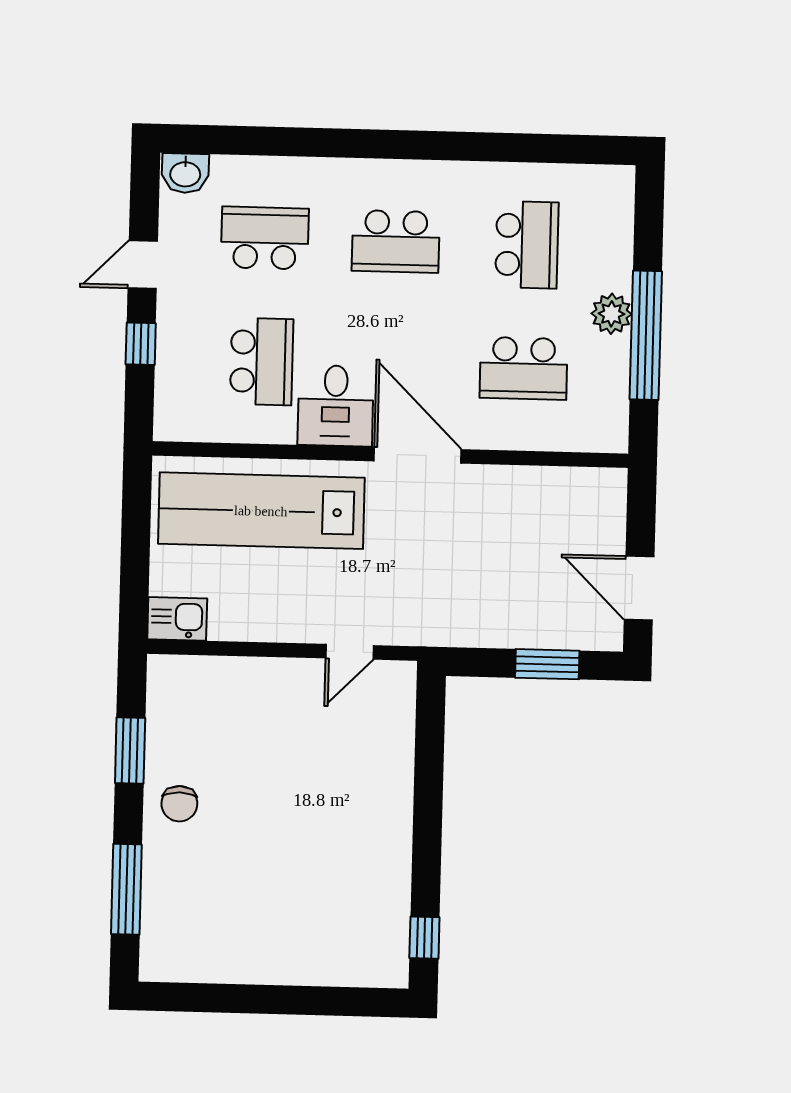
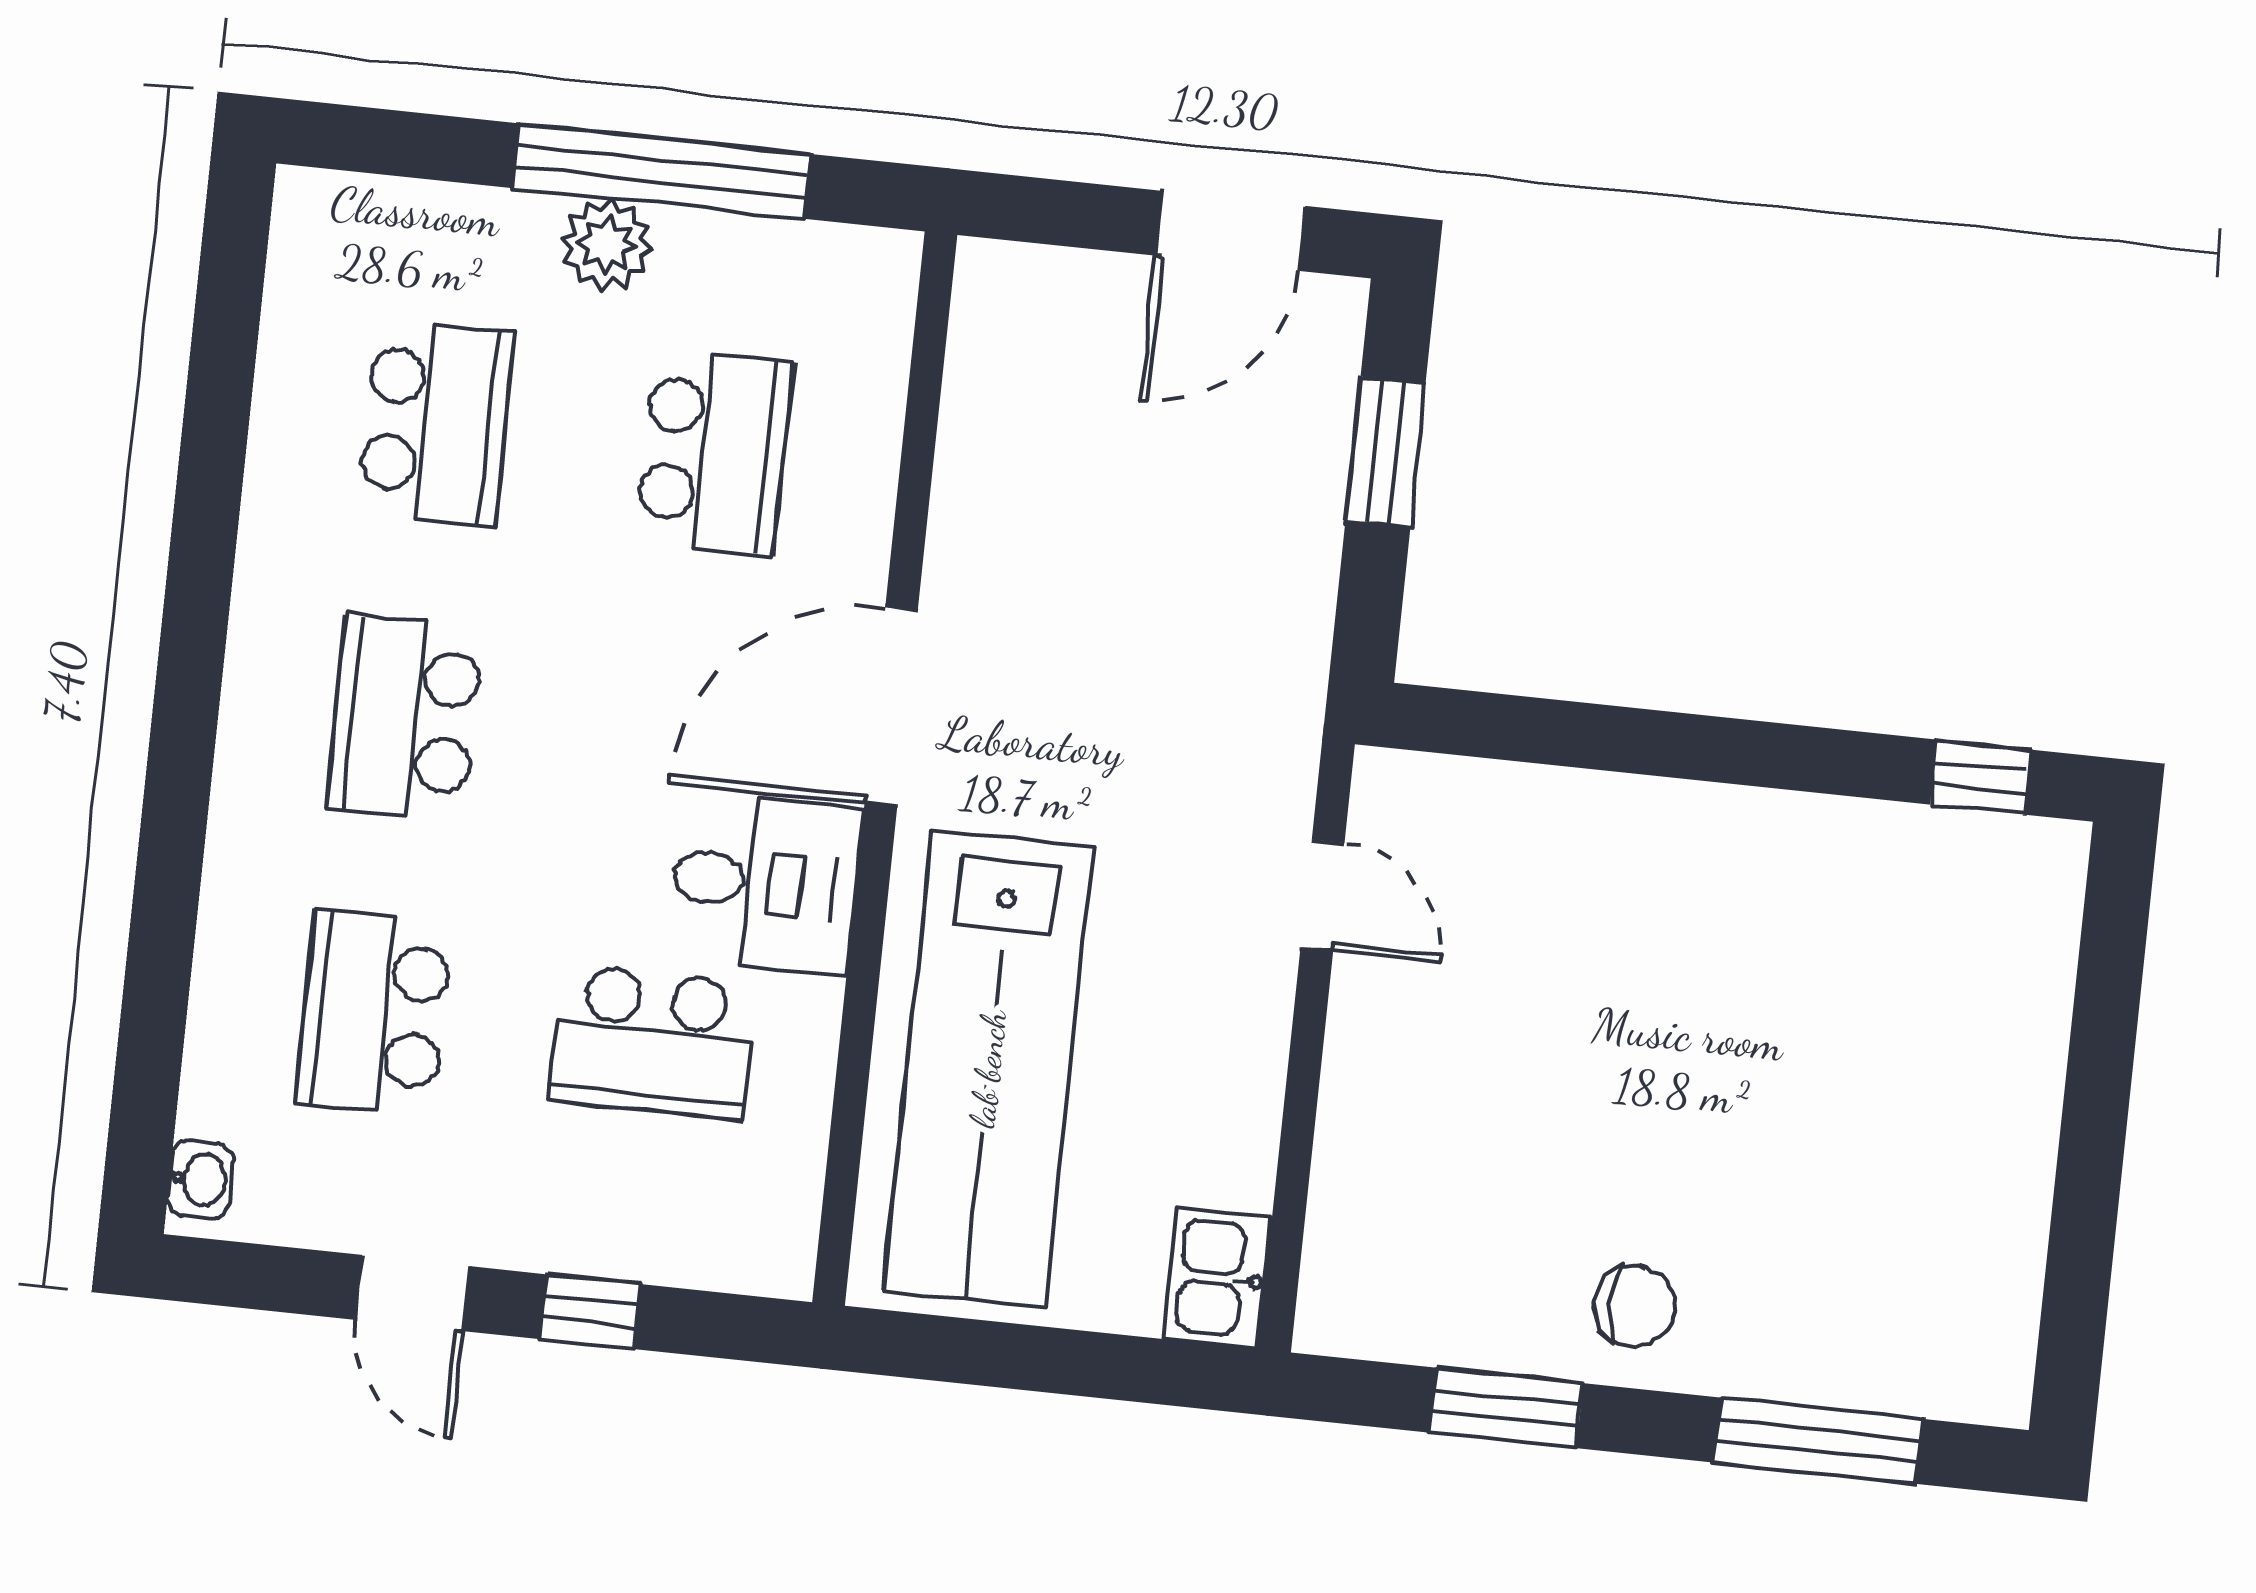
washbasin: (185, 173) -> (200, 1179), width x0.72, depth x0.69
school desk: (396, 241) -> (405, 718), turned 180
school desk: (527, 245) -> (436, 423), turned 90
school desk: (262, 362) -> (652, 1042), turned 180

